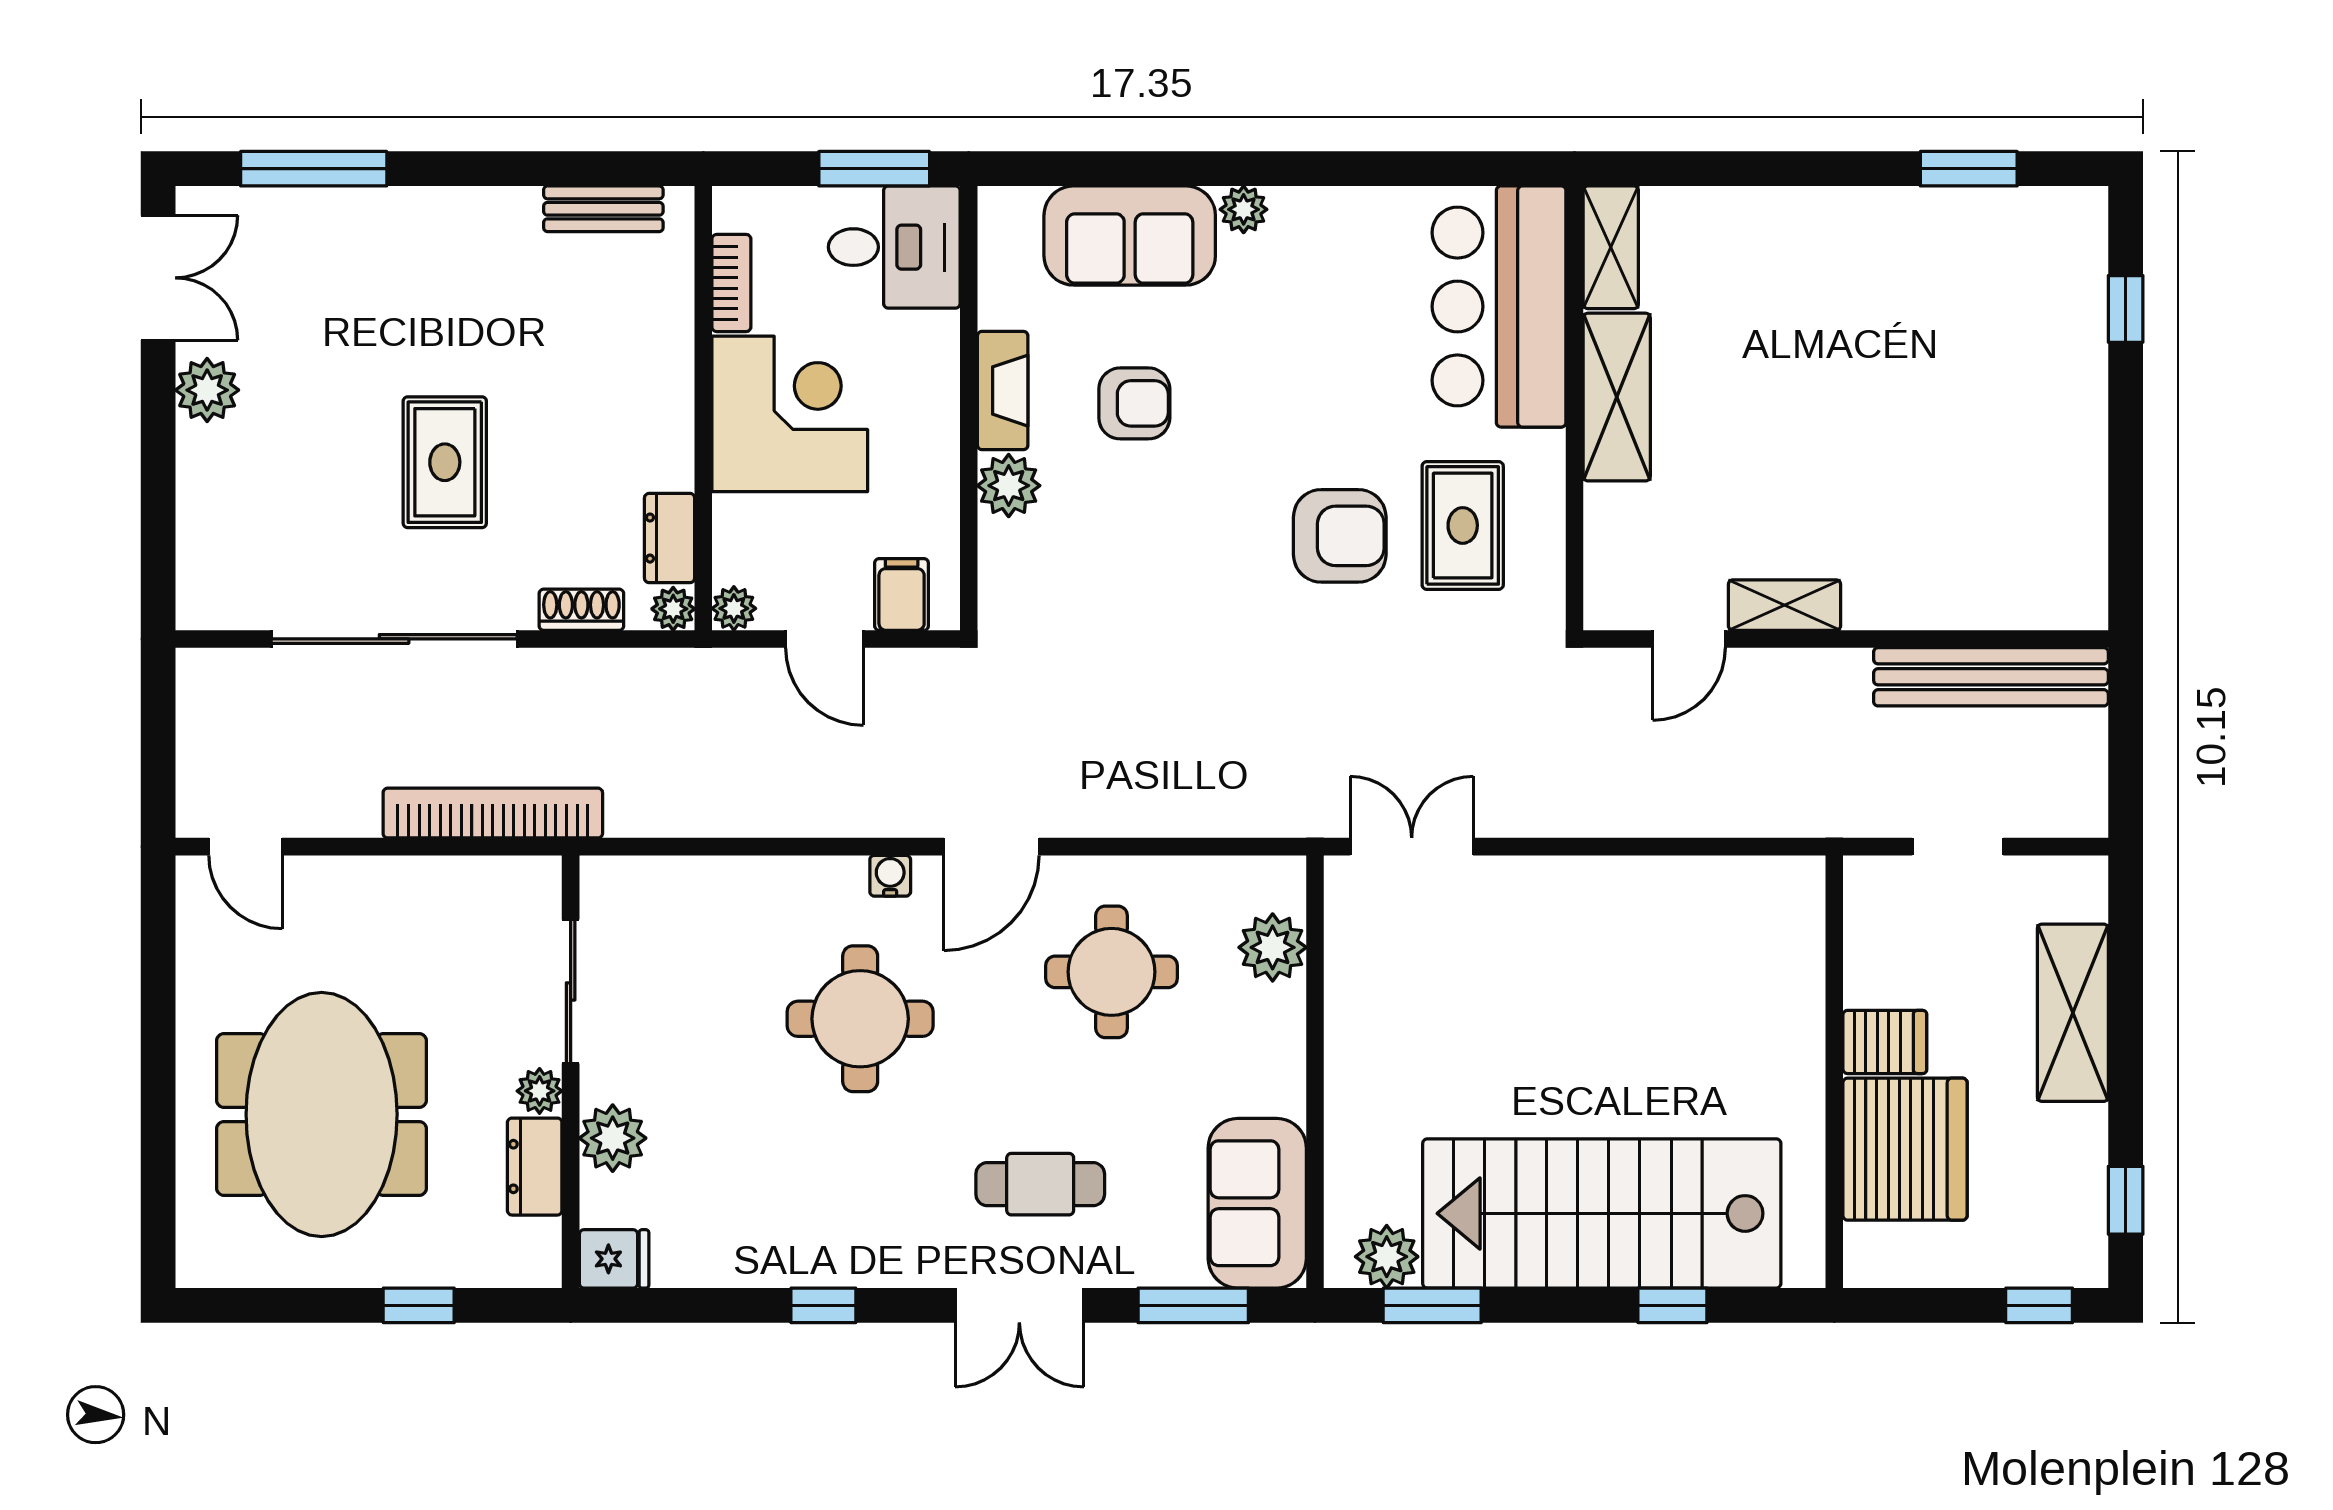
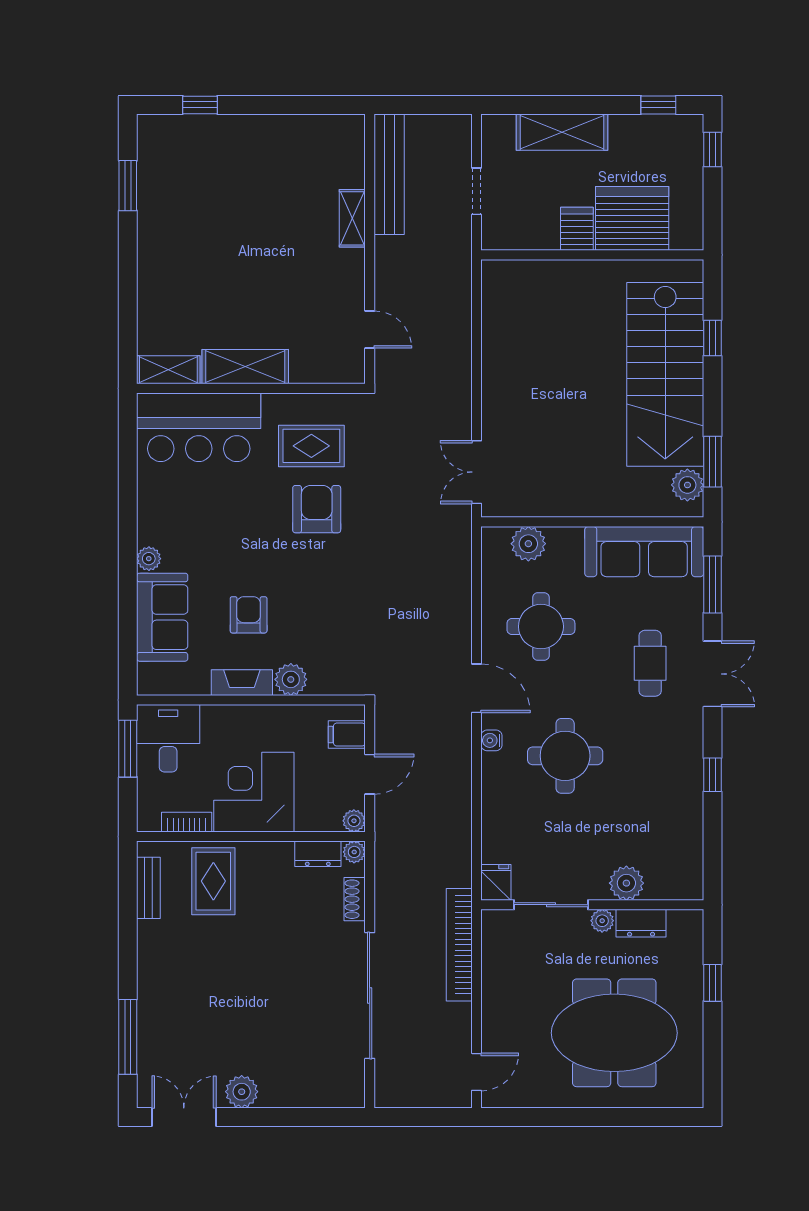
rug: (445, 462) -> (213, 881), moved, turned 90
shelving: (1784, 605) -> (352, 218), moved
sofa: (1257, 1203) -> (644, 552), width x1.36
fridge: (614, 1259) -> (496, 882), moved

